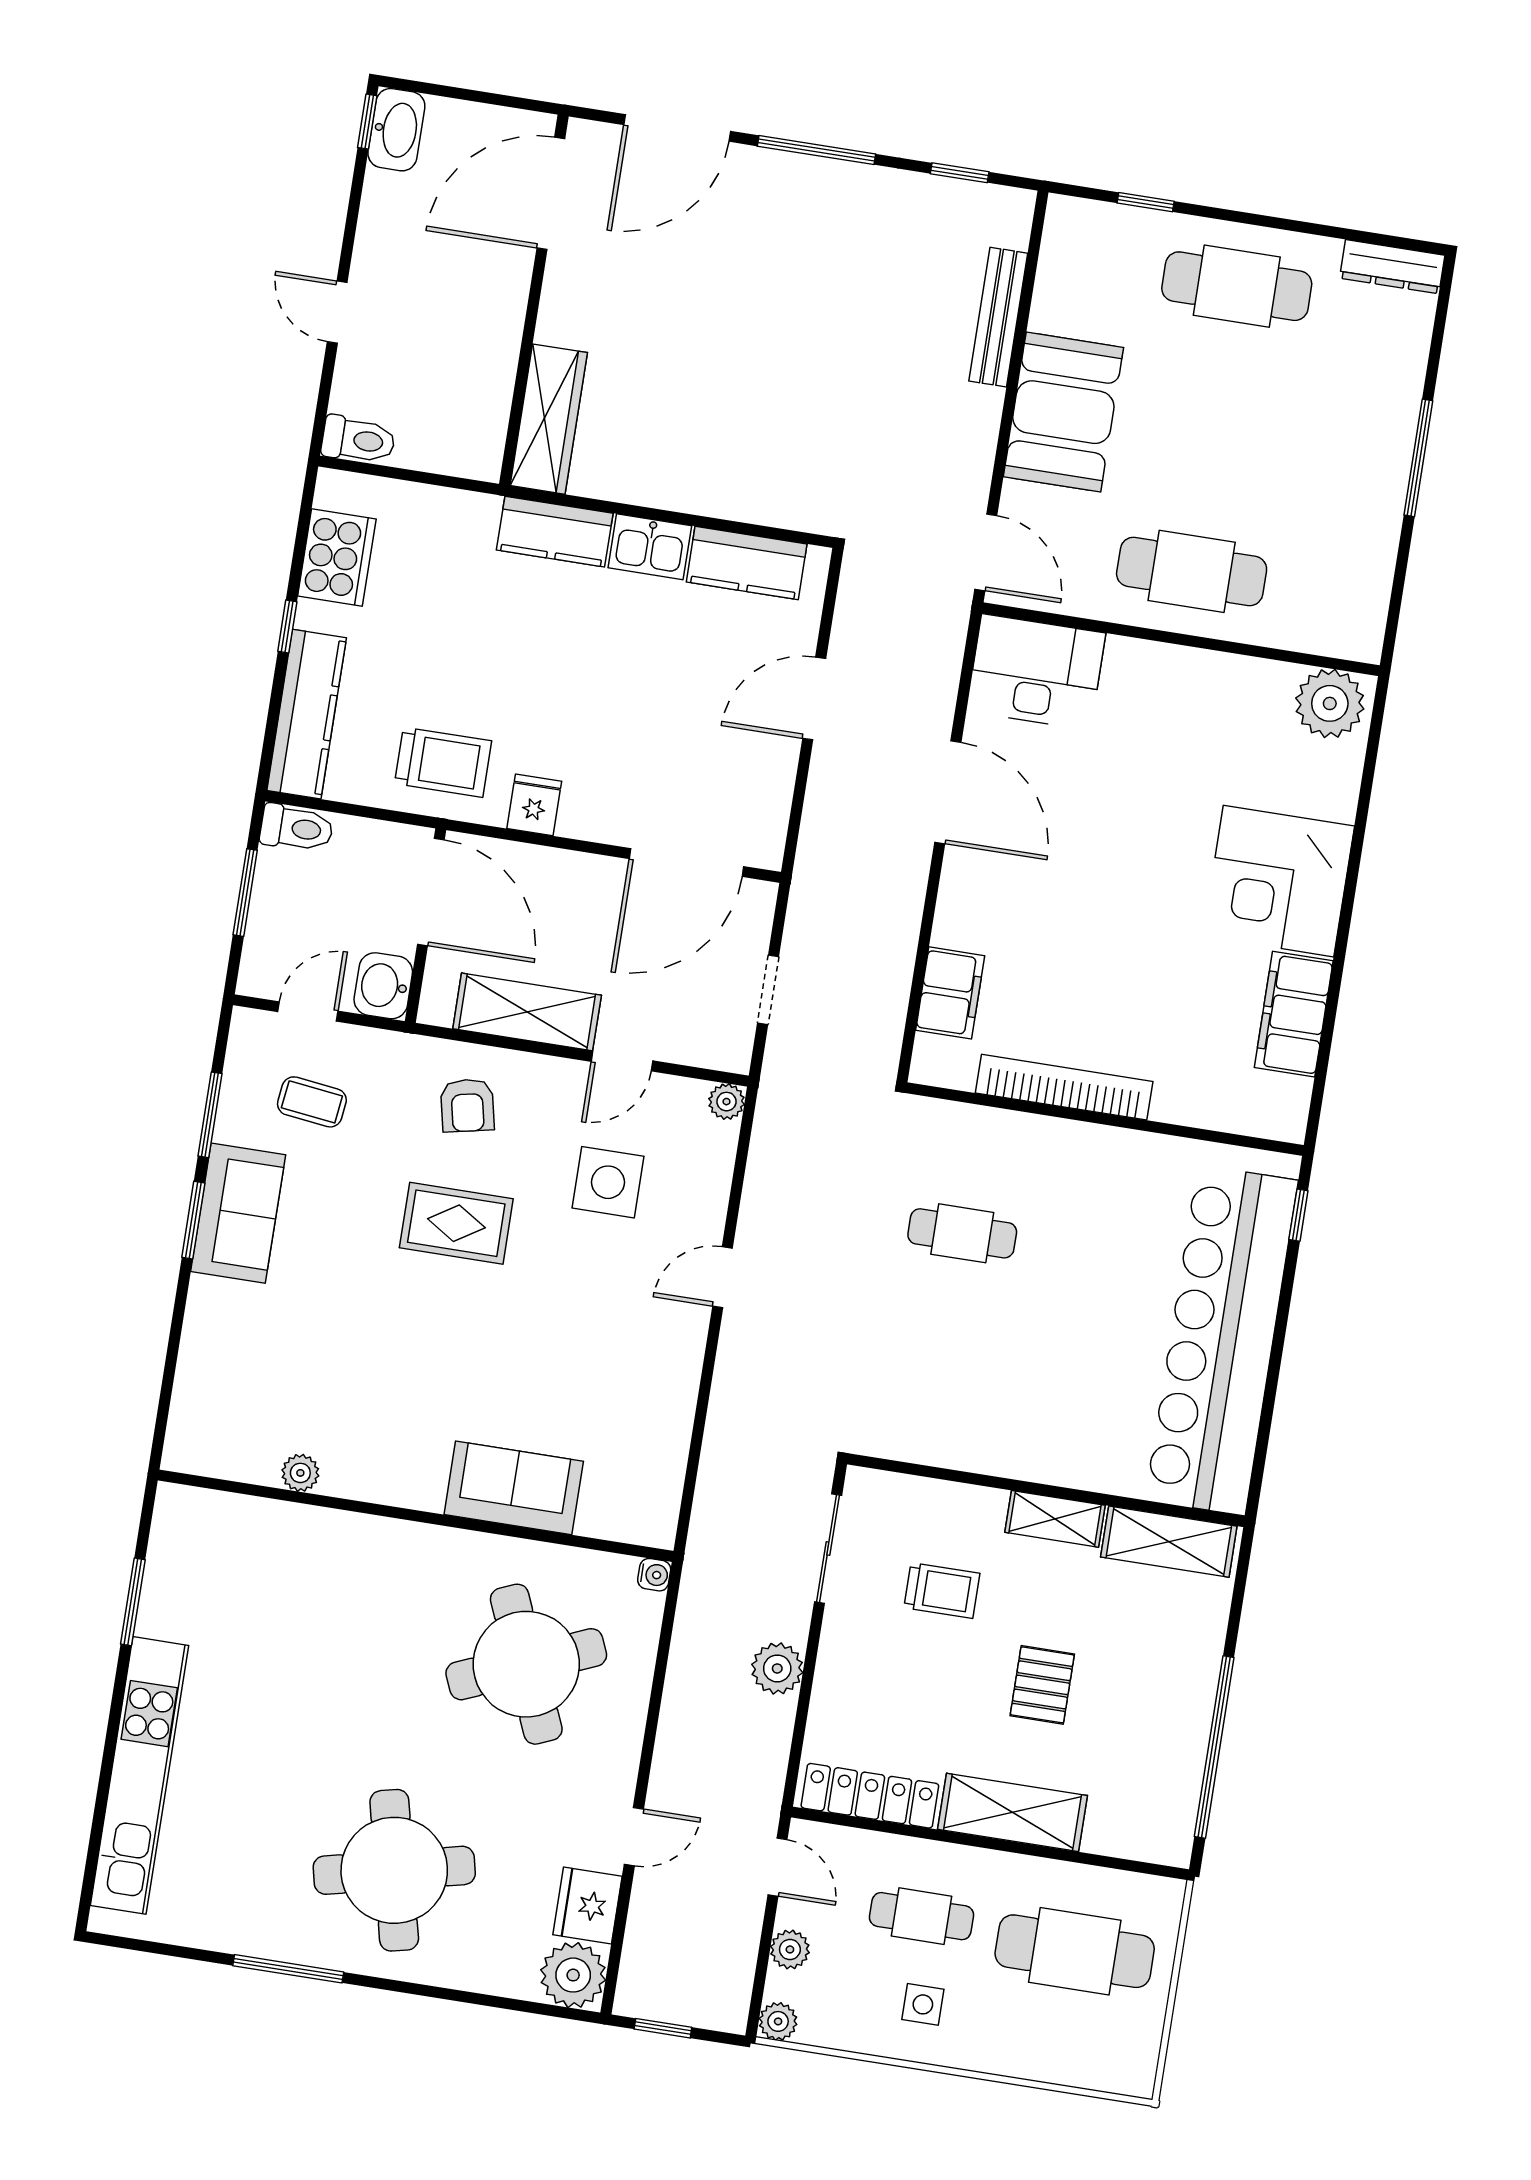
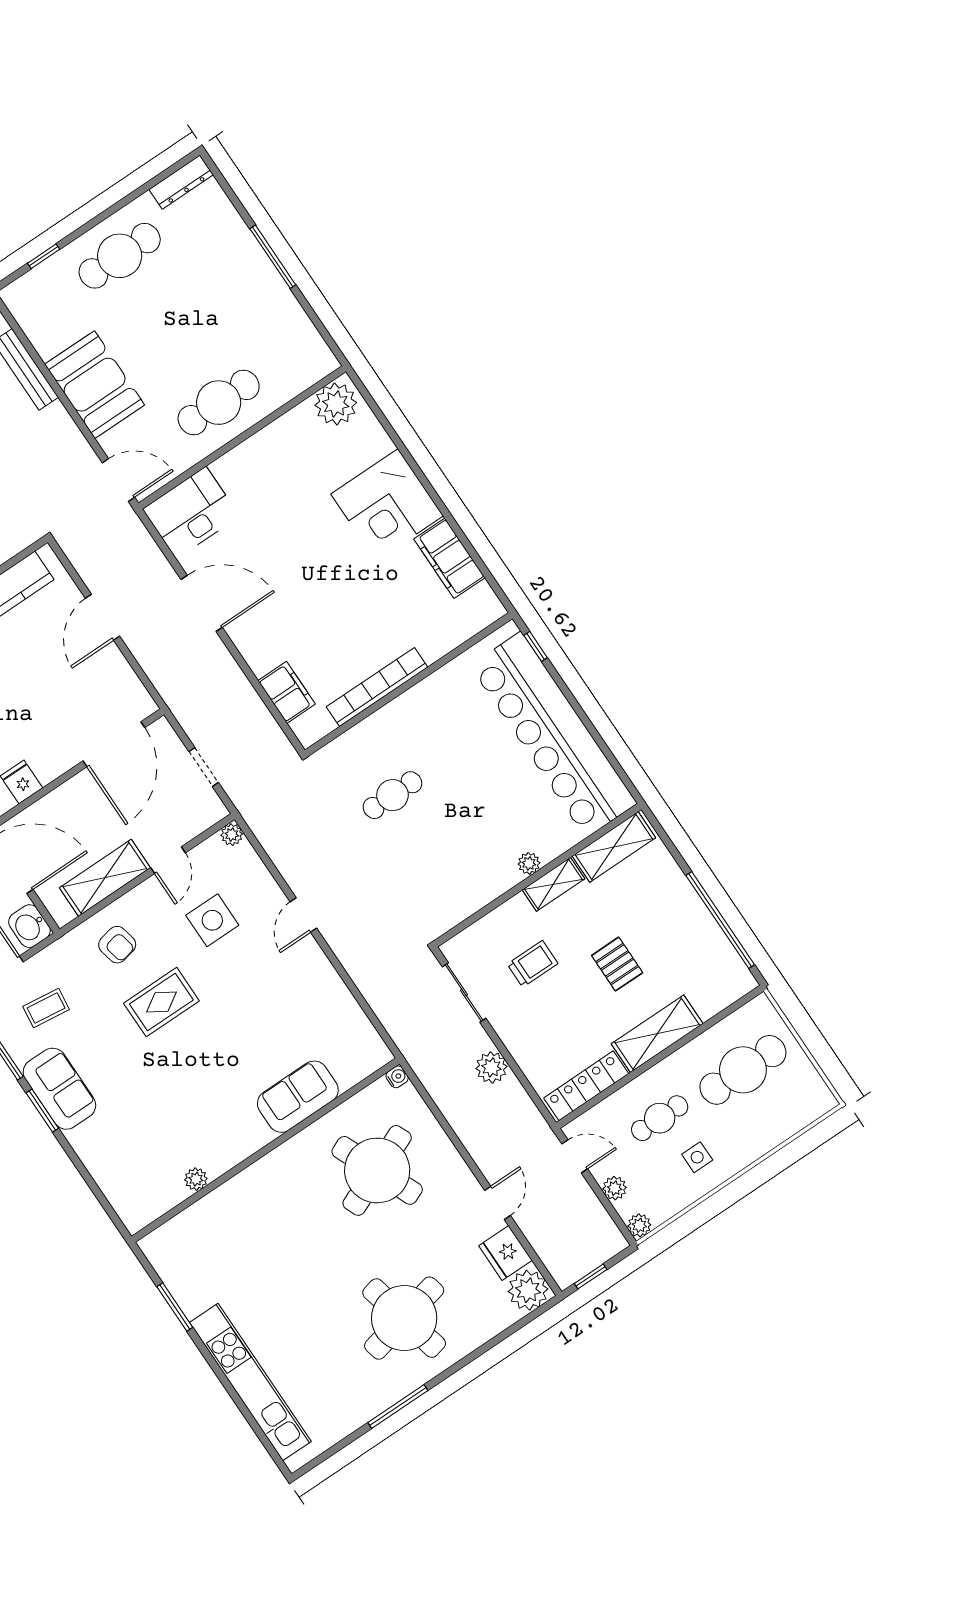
plant: (1049, 1467) -> (529, 863), added

